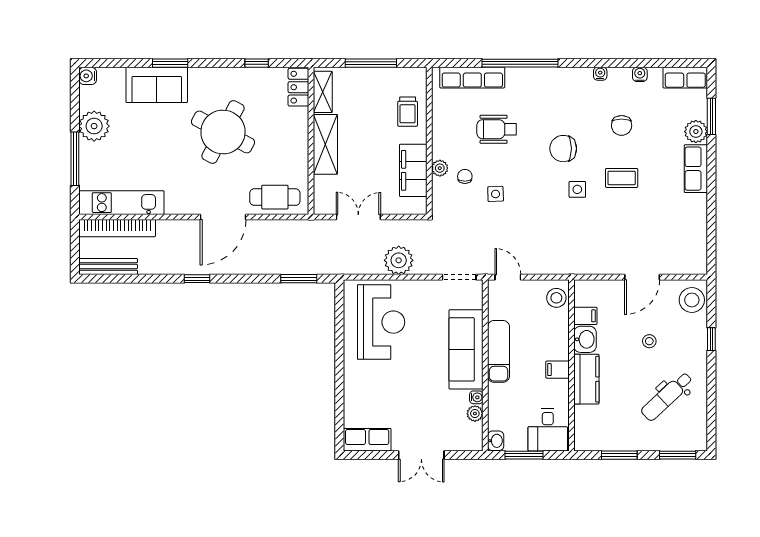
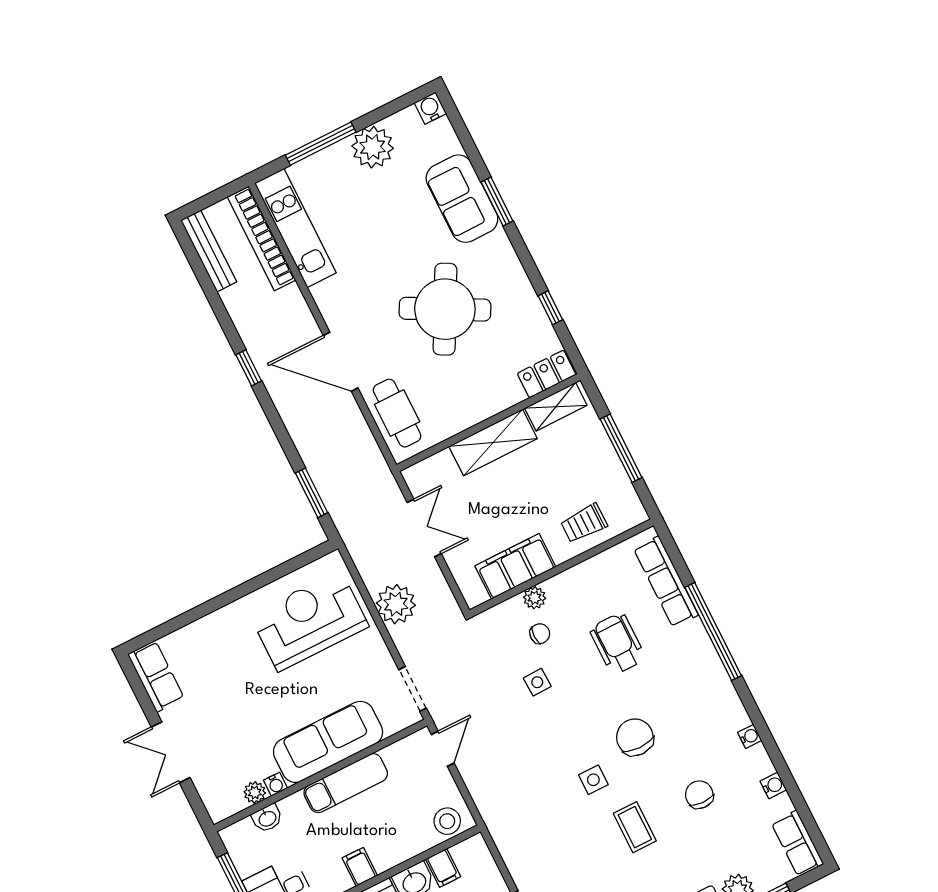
chair: (622, 125) -> (699, 795), turned 92
reception desk: (381, 322) -> (309, 621), turned 180
washbasin: (496, 441) -> (267, 818), moved

